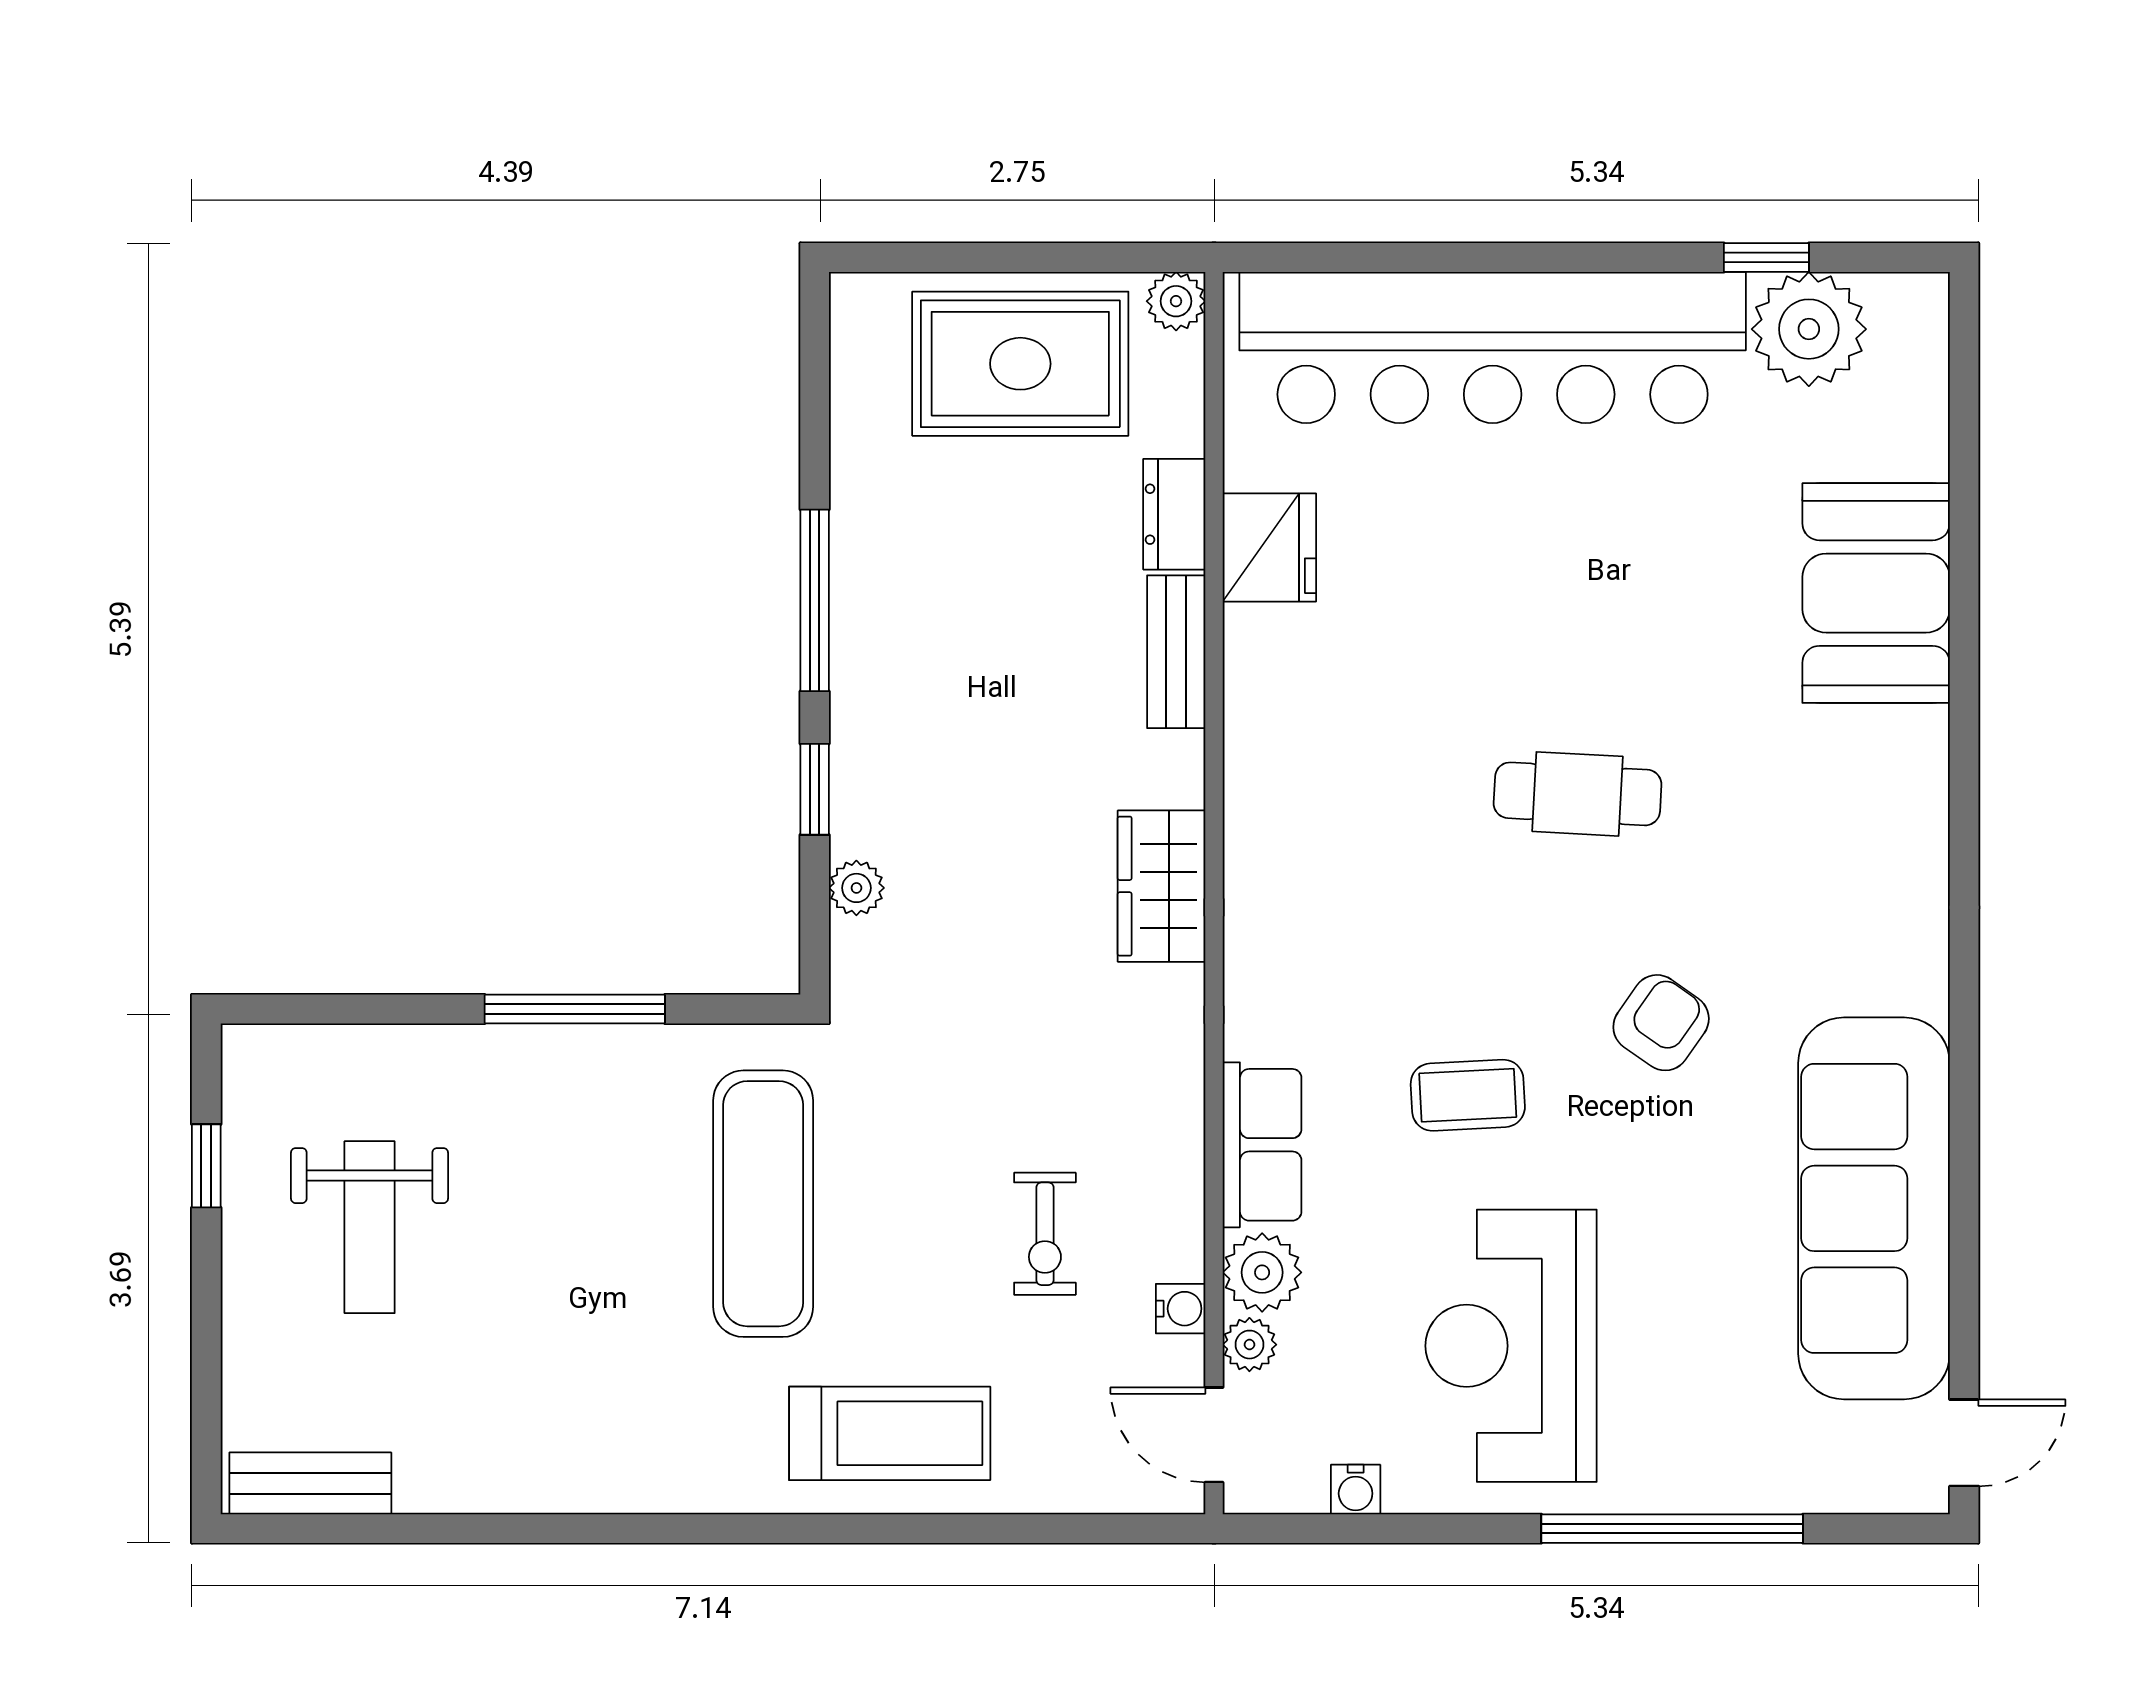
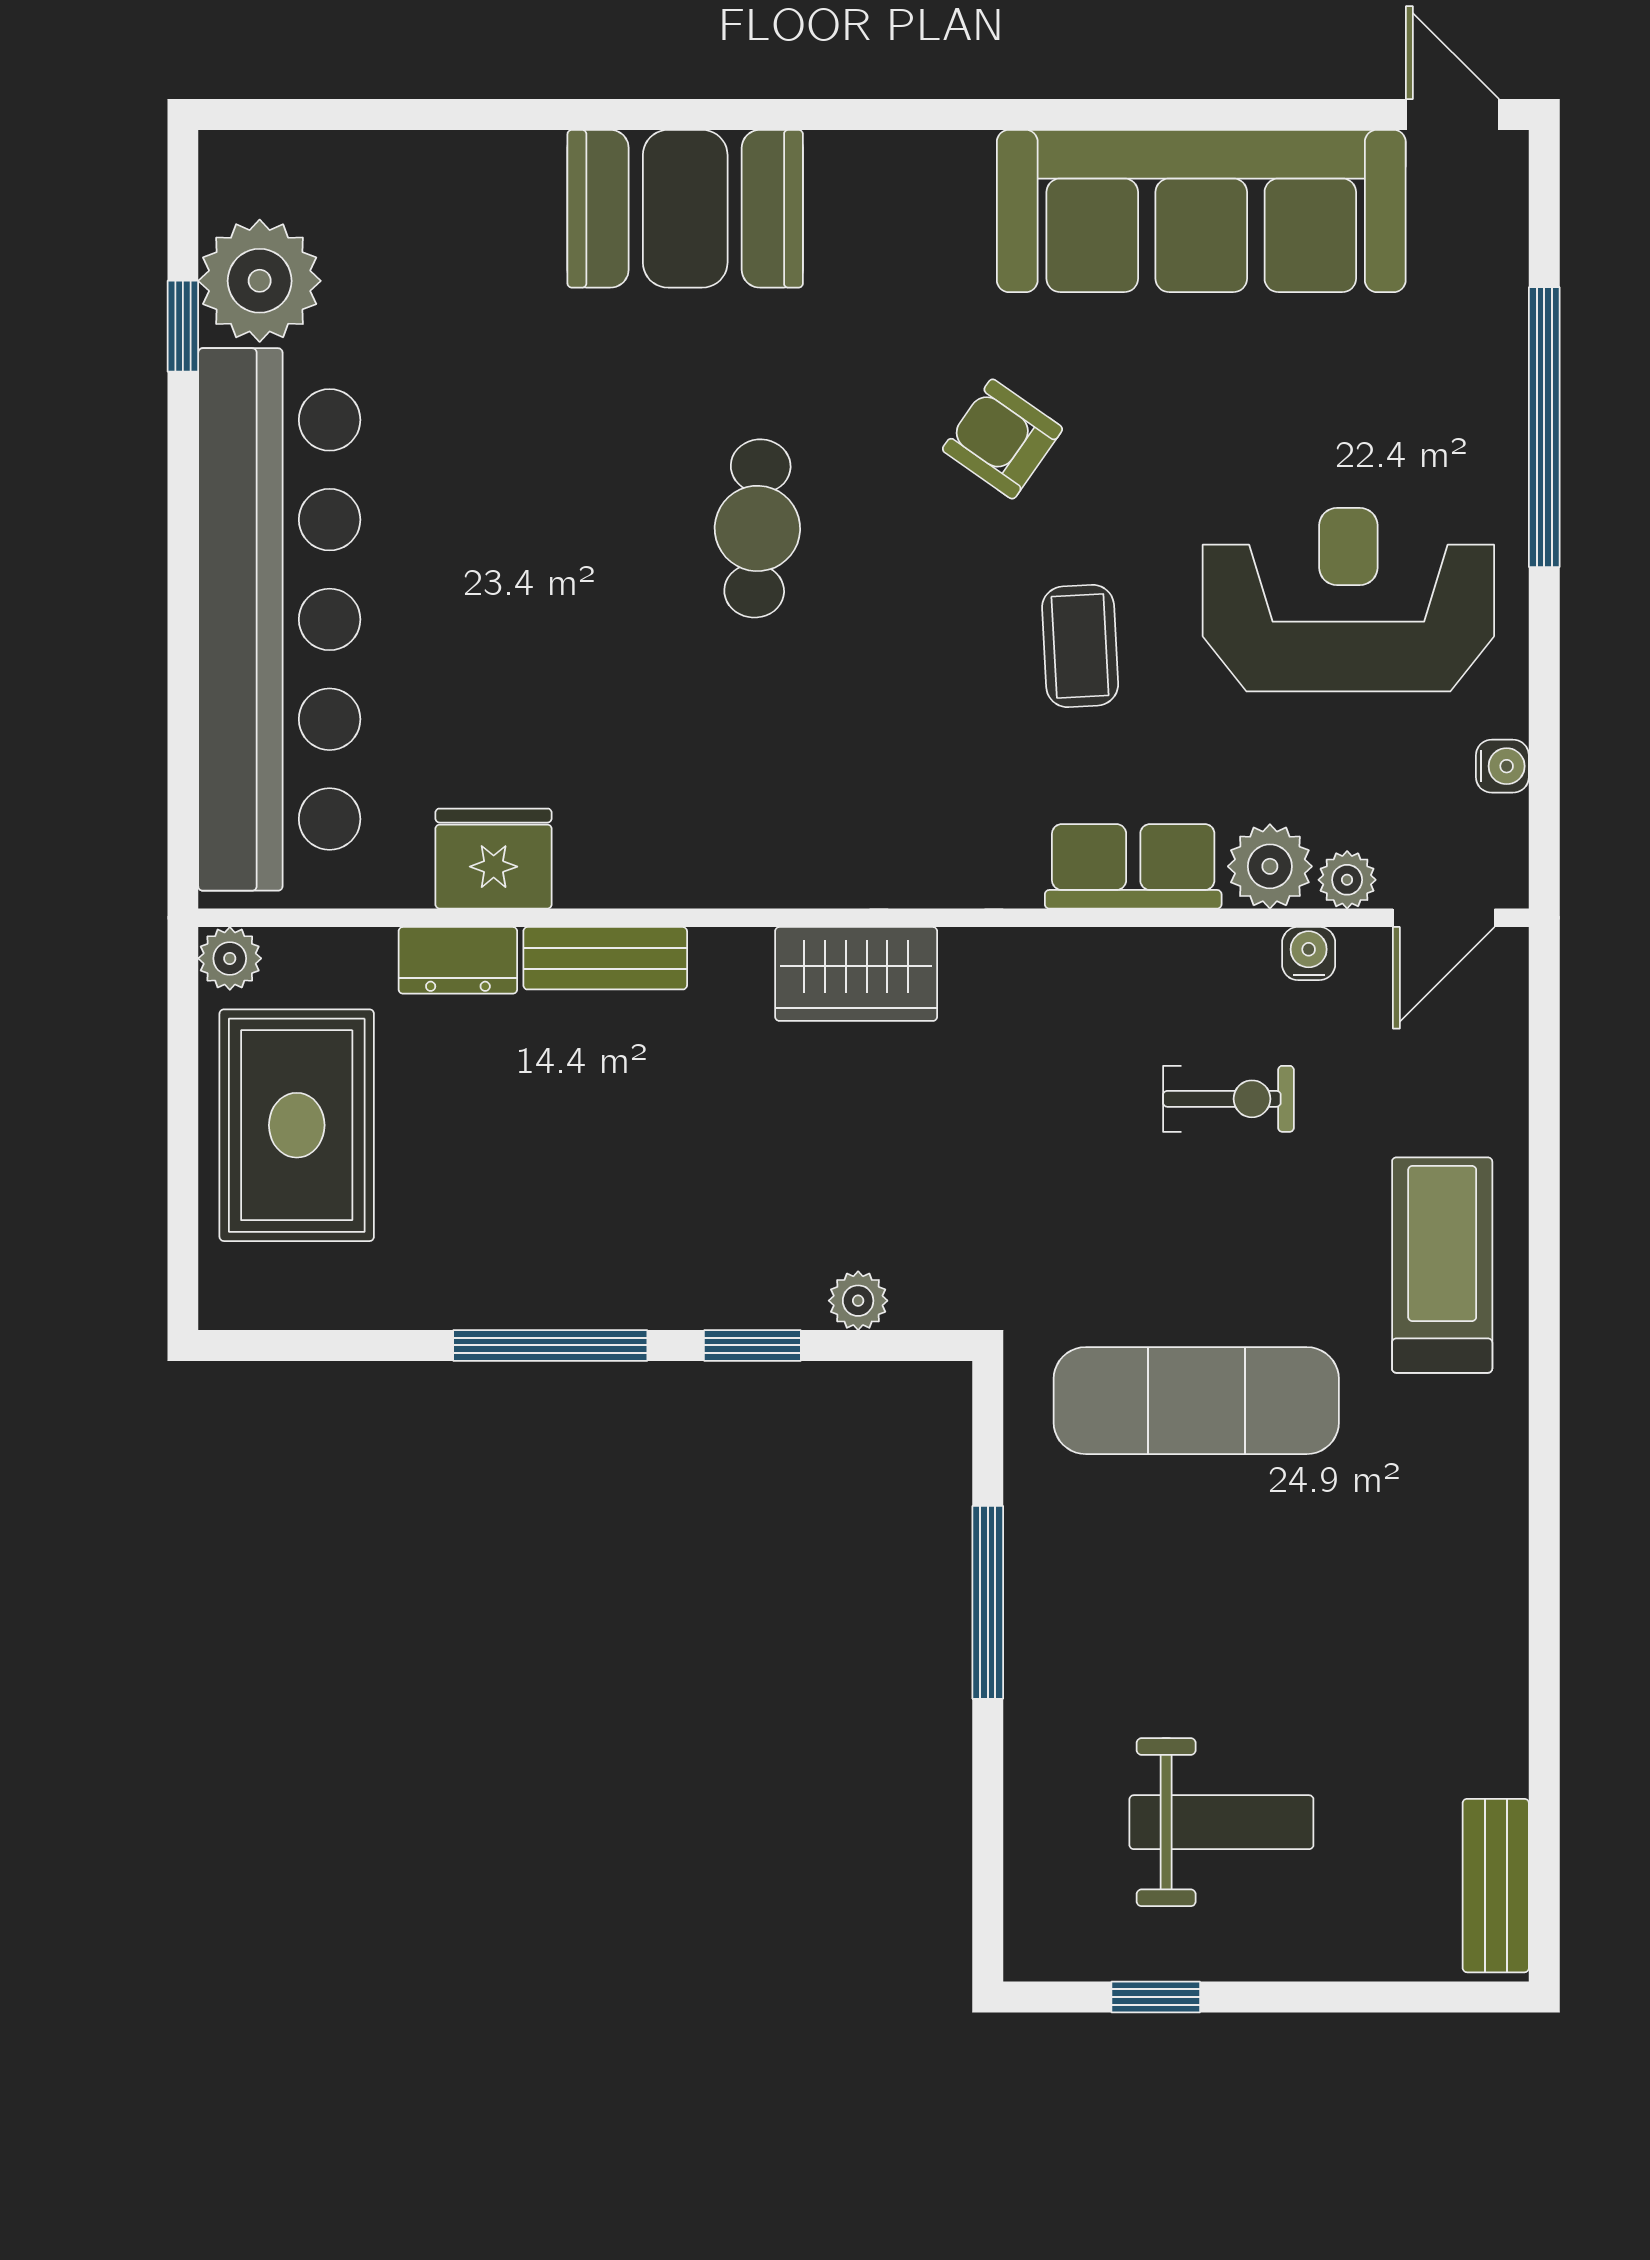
booth: (1876, 593) -> (685, 209), moved
reception desk: (1511, 1346) -> (1348, 600), turned 180

